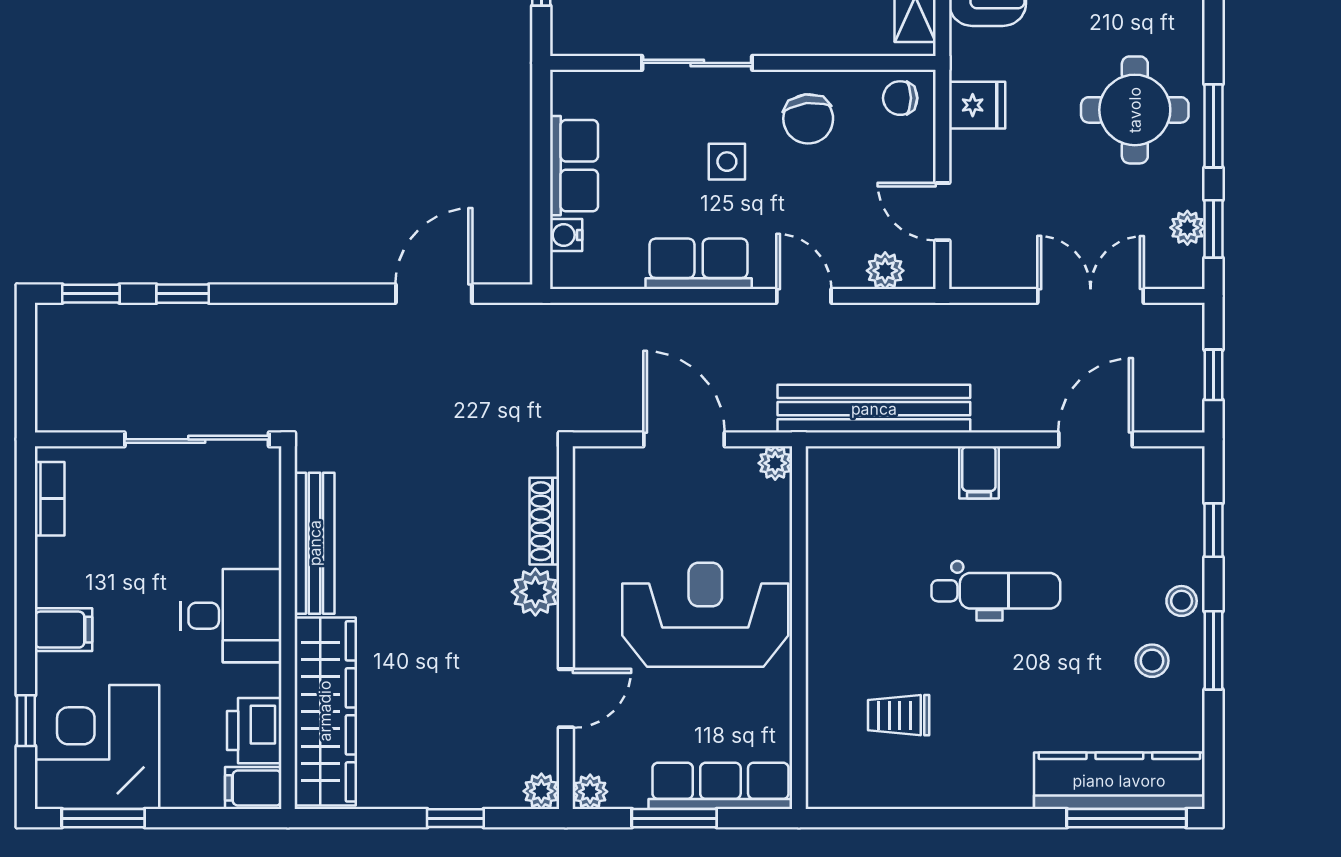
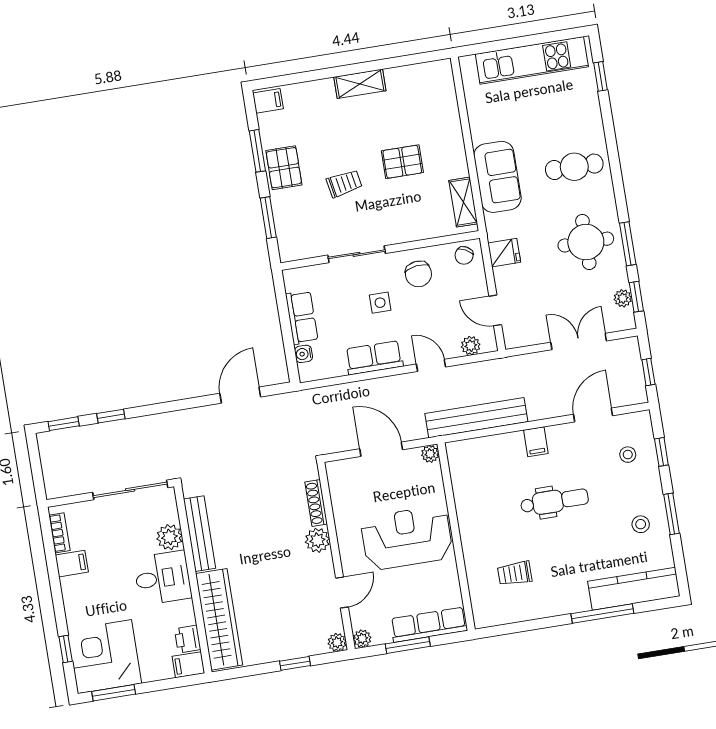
chair: (900, 98) -> (464, 255), turned -62
plant: (257, 541) -> (169, 537), added
stool: (1182, 601) -> (628, 455), moved
filing cabinet: (63, 630) -> (72, 564), moved
printer: (254, 731) -> (188, 639), width x0.73, depth x0.81
window: (1126, 818) -> (602, 614), moved

